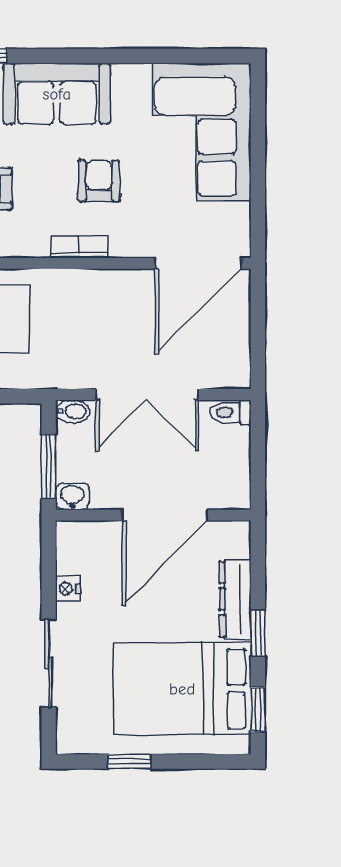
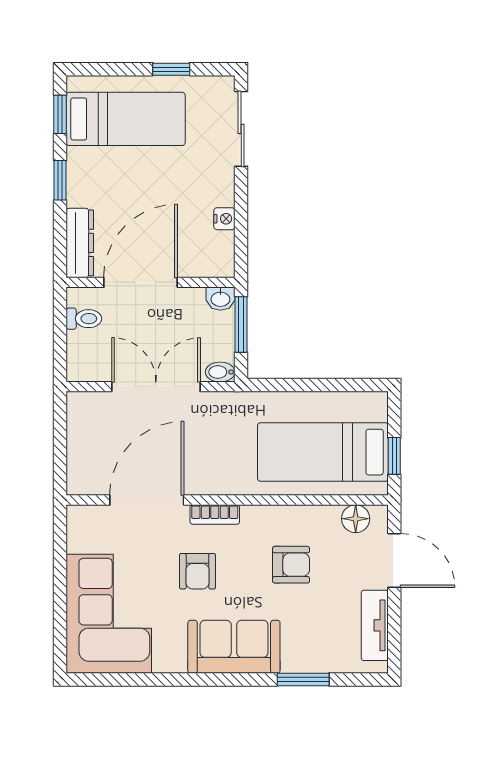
door: (198, 263) -> (147, 500), moved
toilet: (230, 412) -> (84, 319), moved
dresser: (235, 599) -> (80, 243), moved
sliding door: (49, 663) -> (241, 129), moved
bed: (182, 689) -> (126, 119), width x0.67

